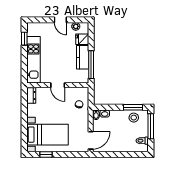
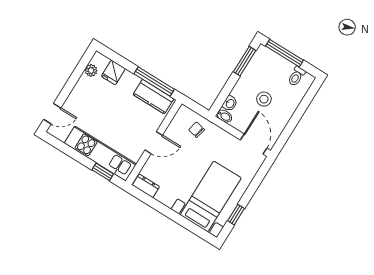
door: (60, 20) -> (52, 114), moved
window: (24, 39) -> (103, 172), moved
kitchen counter: (83, 57) -> (153, 97), moved
stool: (134, 118) -> (264, 99), moved

